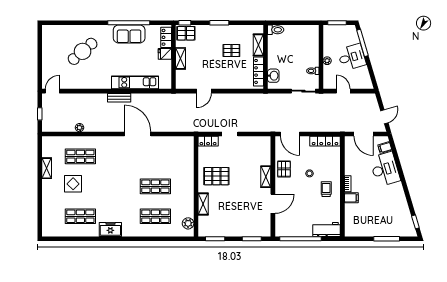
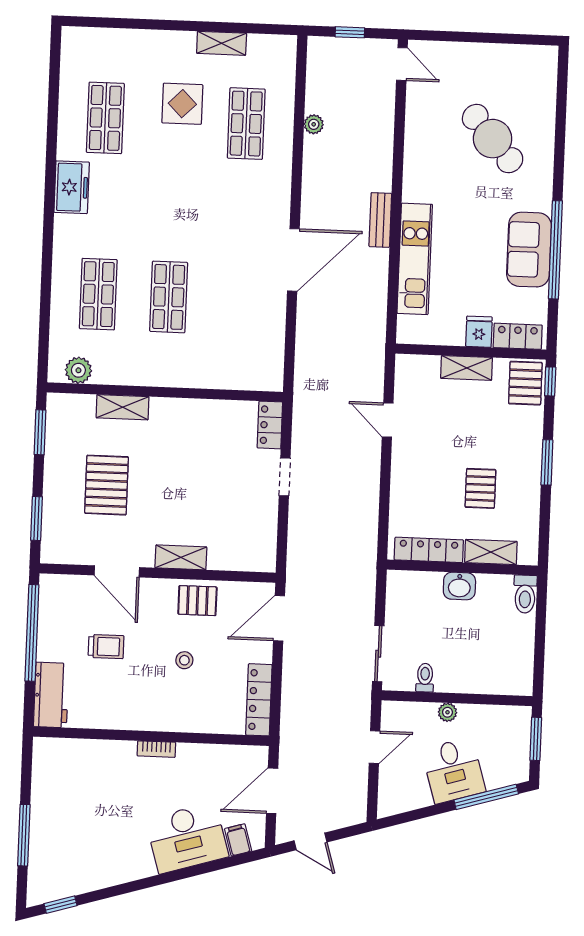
washbasin: (273, 76) -> (459, 586), moved
pallet: (216, 176) -> (107, 485), moved
trolley: (326, 189) -> (106, 647), moved
filing cabinet: (351, 198) -> (123, 756), removed

